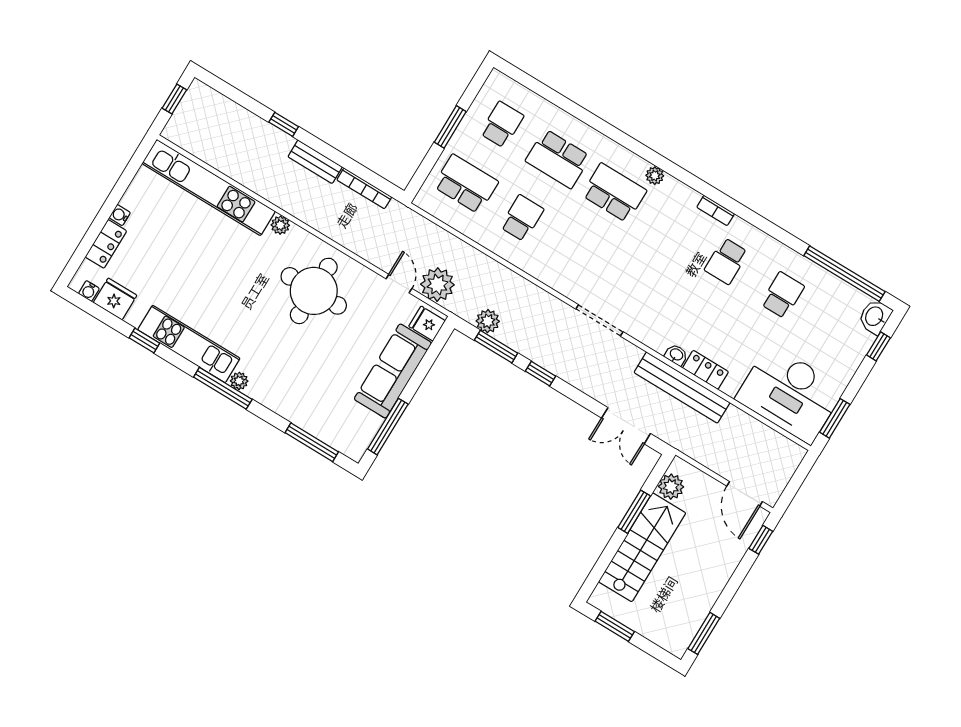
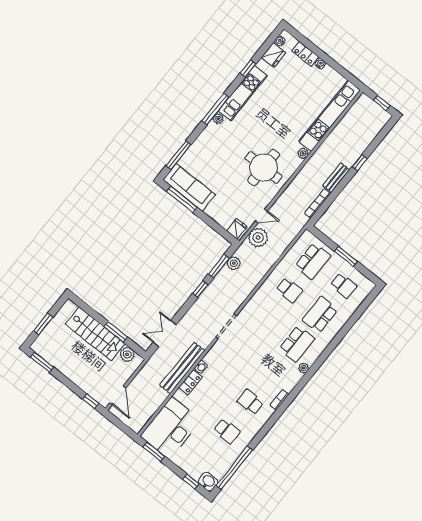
sofa: (393, 371) -> (189, 187), moved
door: (745, 494) -> (118, 395), swing flipped
window: (615, 626) -> (43, 324), moved

